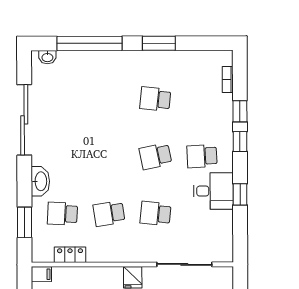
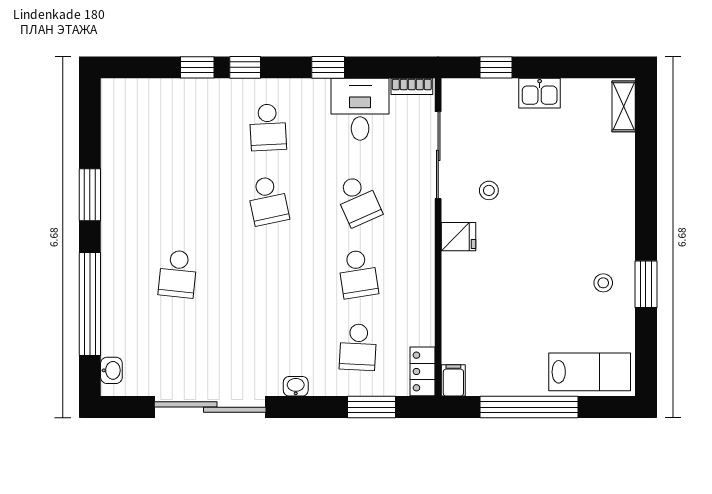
bookcase: (228, 80) -> (412, 86), moved
school desk: (155, 99) -> (178, 274), moved
washbasin: (40, 181) -> (296, 386), width x0.52, depth x0.69
desk: (213, 191) -> (360, 109), moved
school desk: (155, 213) -> (358, 201), turned -30
locker: (70, 255) -> (423, 371), moved

